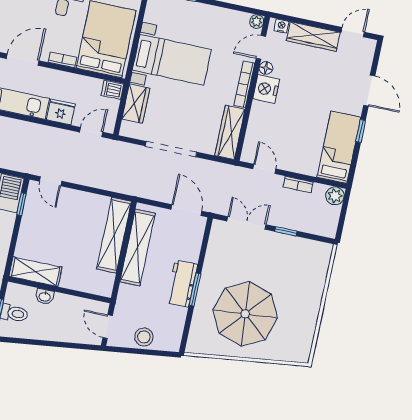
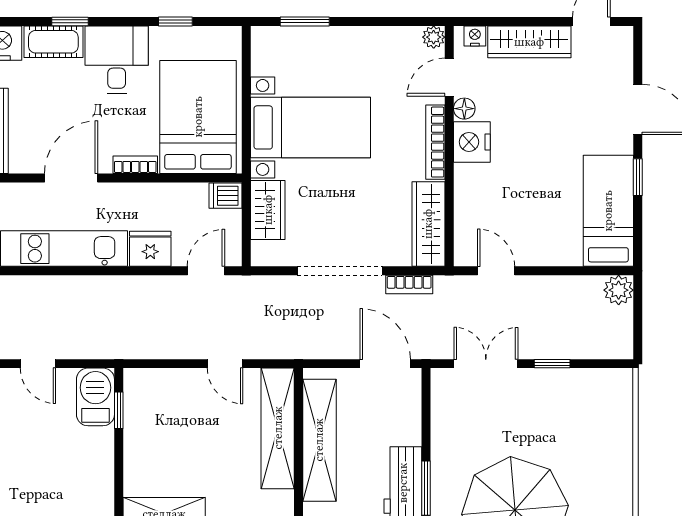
door: (51, 181) -> (225, 364), moved
bookcase: (298, 185) -> (409, 285), moved

